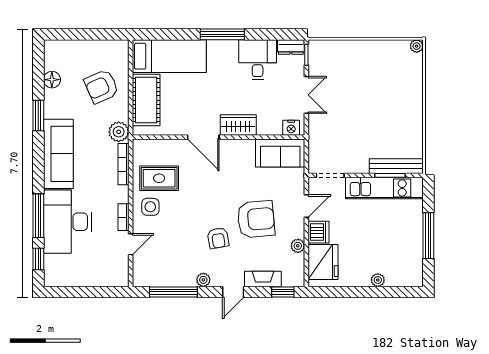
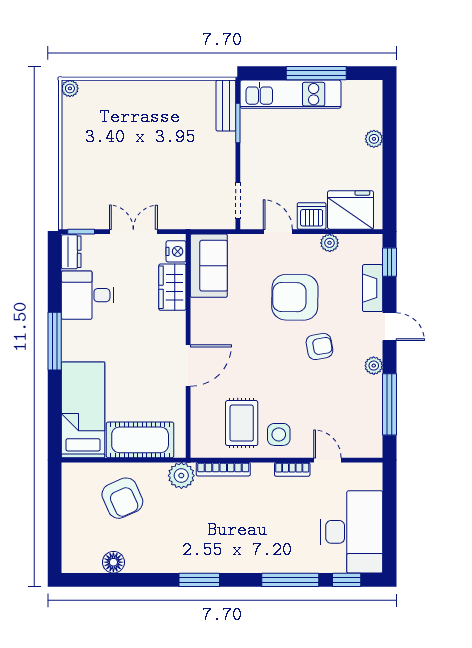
window: (38, 115) -> (199, 580), moved
wardrobe: (238, 125) -> (172, 287), moved
sofa: (58, 154) -> (210, 554), removed
bench: (396, 166) -> (226, 106), width x0.73
kitchen unit: (384, 188) -> (290, 94), moved, turned 90
armchair: (256, 219) -> (295, 297), turned -84
desk: (67, 222) -> (352, 532), moved, turned -90

